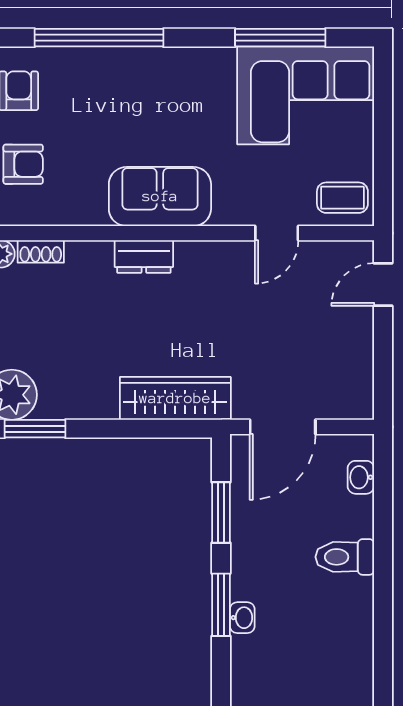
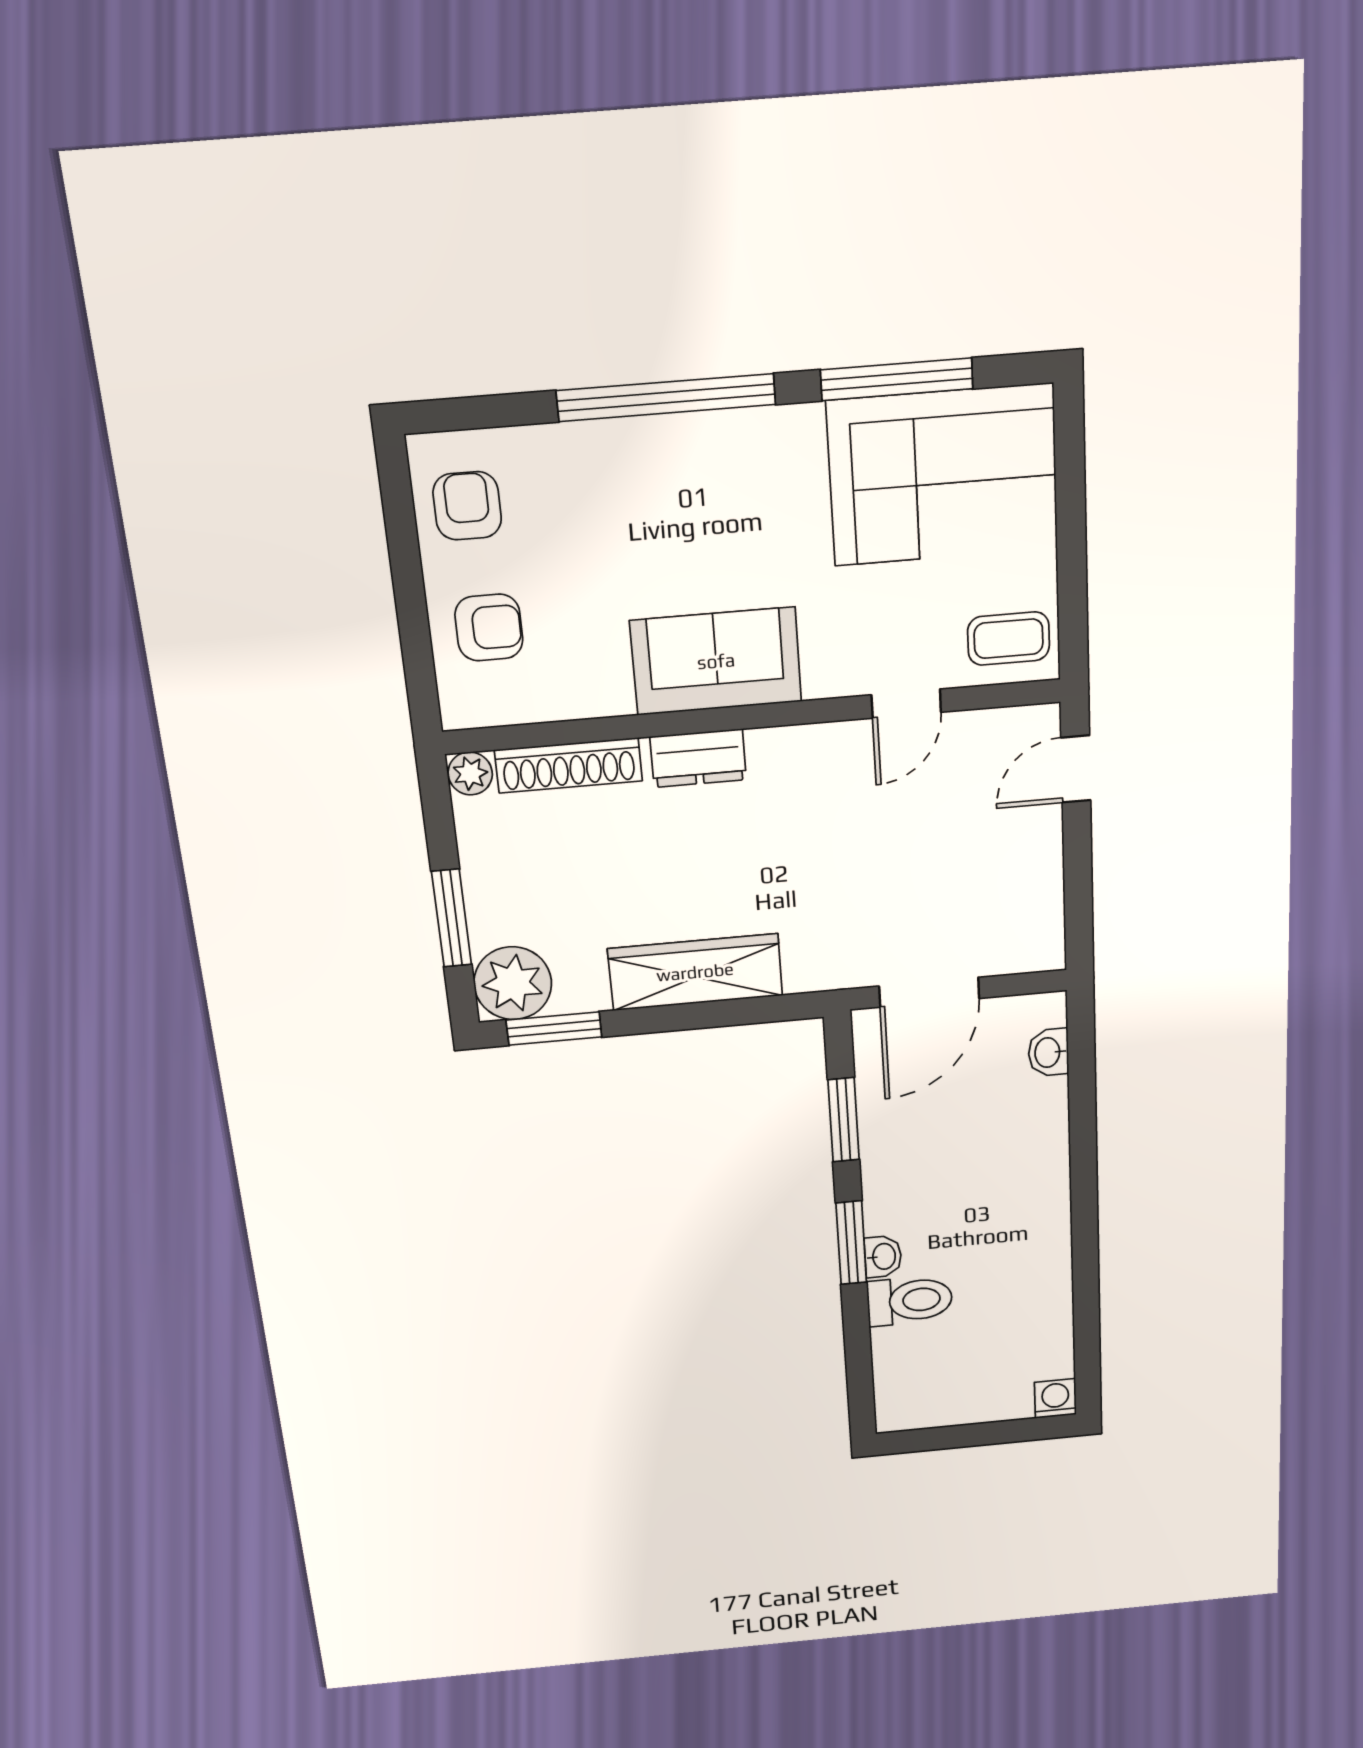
window: (99, 38) -> (666, 398), moved
shoe rack: (41, 251) -> (569, 765), width x1.94, depth x1.24
wardrobe: (175, 398) -> (695, 972), moved
toilet: (345, 557) -> (910, 1301), moved, turned 180

